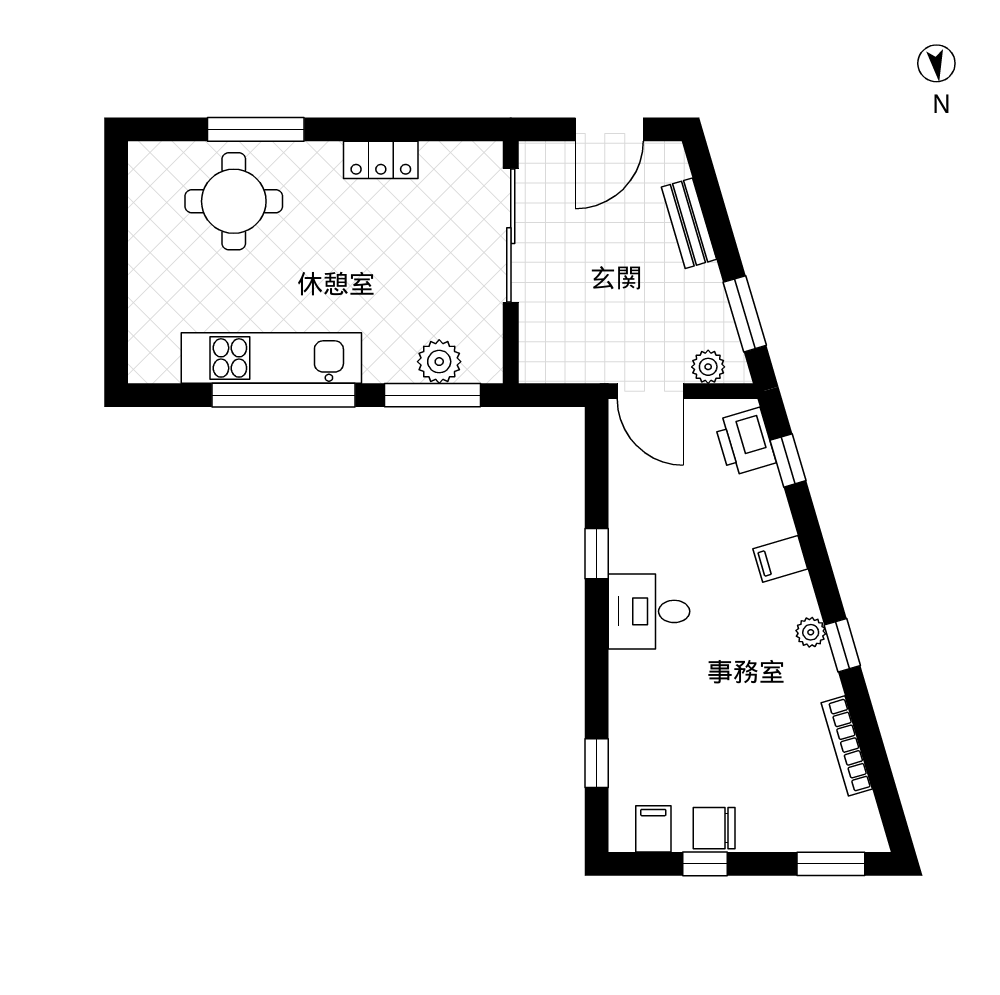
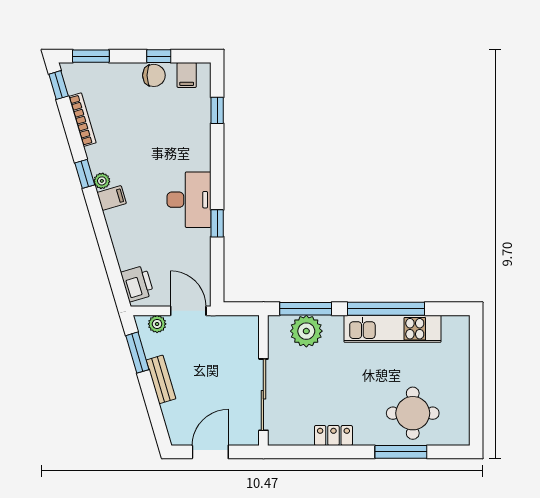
bench: (689, 223) -> (161, 379), moved
plant: (439, 362) -> (306, 331), width x1.36, depth x1.36
window: (788, 460) -> (59, 85), moved
filing cabinet: (780, 559) -> (112, 198), moved
desk: (649, 611) -> (189, 200), width x1.37

